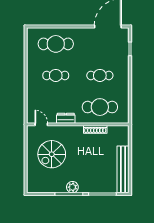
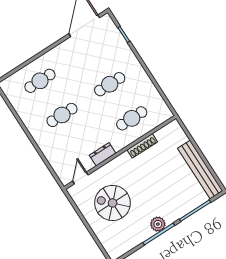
cafe table: (56, 44) -> (40, 81), width x0.73, depth x0.74
cafe table: (100, 107) -> (132, 118), width x0.73, depth x0.74
door: (41, 124) -> (80, 178), hinge flipped
spiral stairs: (52, 154) -> (113, 203), turned 90

